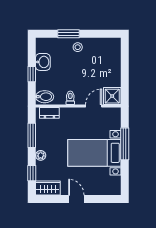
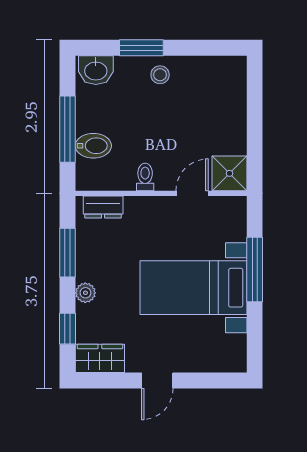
washbasin: (43, 62) -> (96, 70), moved, turned 90
window: (32, 74) -> (68, 129), width x2.17
bidet: (45, 97) -> (93, 146), moved
door: (76, 199) -> (157, 381), swing flipped

